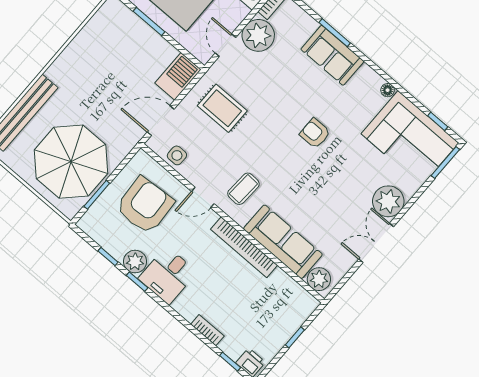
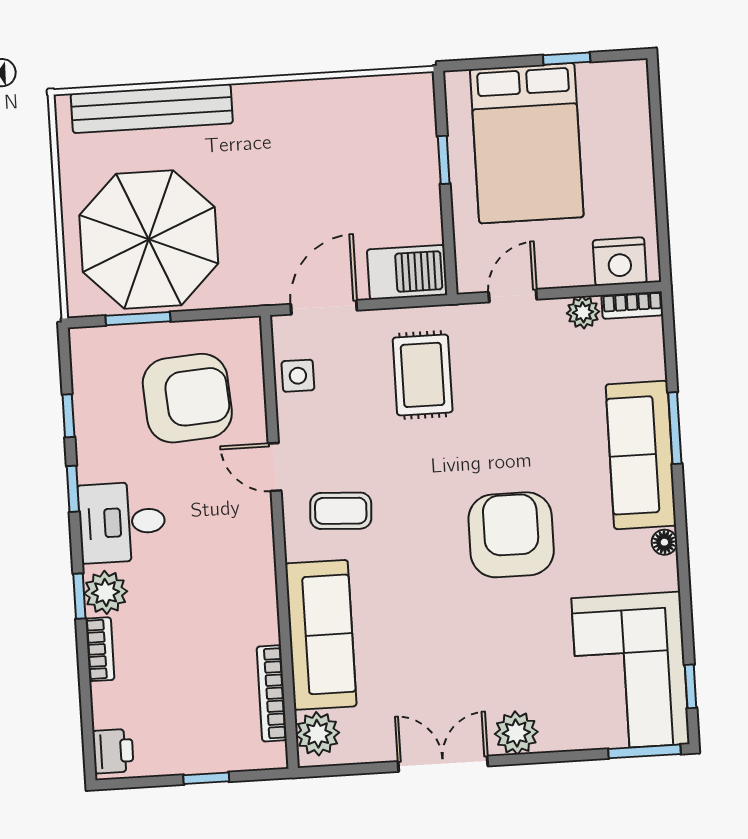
window: (149, 21) -> (444, 160), width x0.67
plant: (258, 35) -> (583, 312), width x0.53, depth x0.53
sofa: (332, 55) -> (641, 455), width x1.36
floor lamp: (388, 90) -> (664, 542), moved
door: (161, 121) -> (324, 307), hinge flipped
armchair: (315, 133) -> (511, 535), width x1.88, depth x1.88
plant: (388, 201) -> (516, 733), width x0.73, depth x0.73
bookcase: (244, 247) -> (272, 693), moved, width x0.68, depth x0.76
plant: (135, 262) -> (106, 592), moved
window: (230, 362) -> (79, 596), moved

